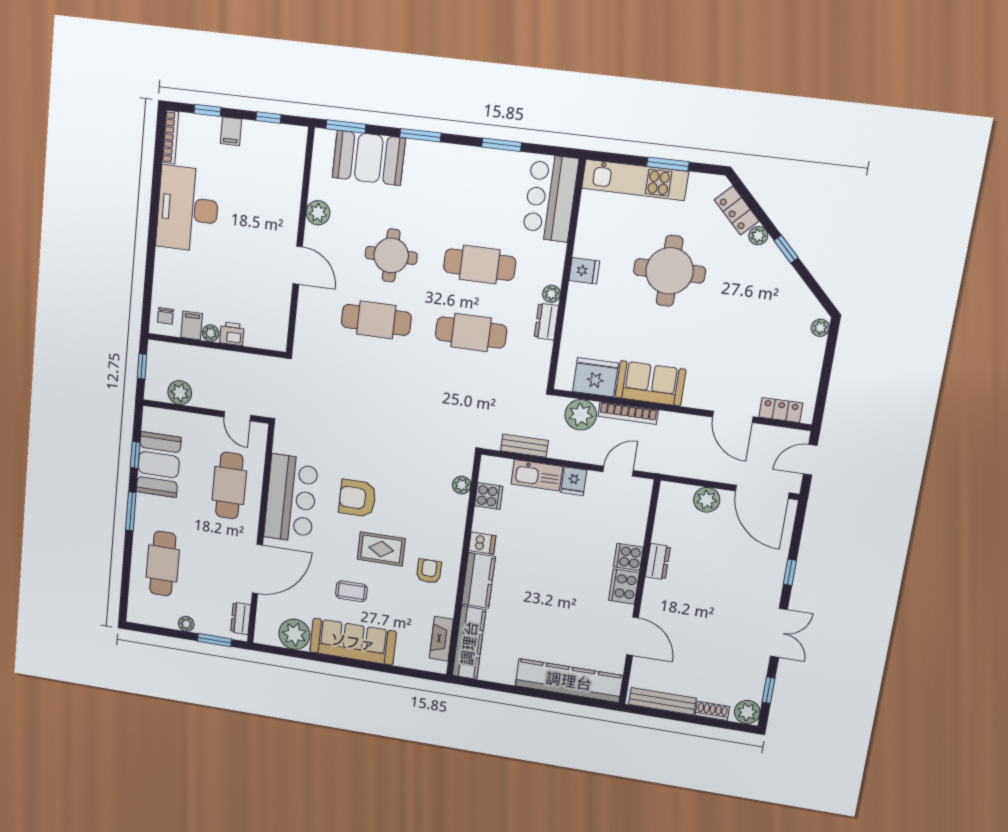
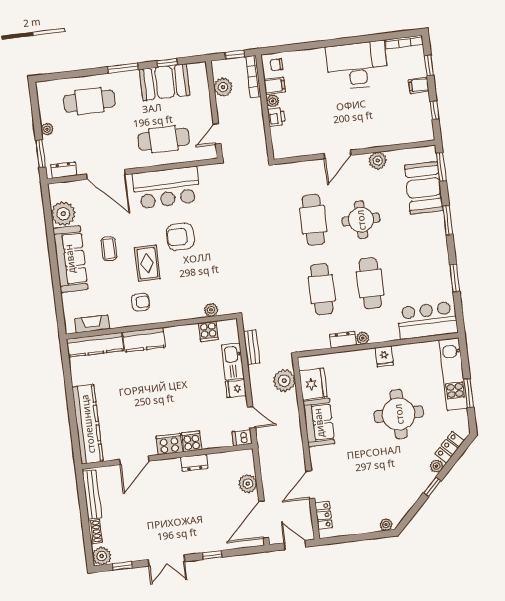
bookcase: (628, 413) -> (253, 77), moved
armchair: (357, 498) -> (180, 237), turned -90
dishwasher: (482, 543) -> (242, 438), moved, turned 90

